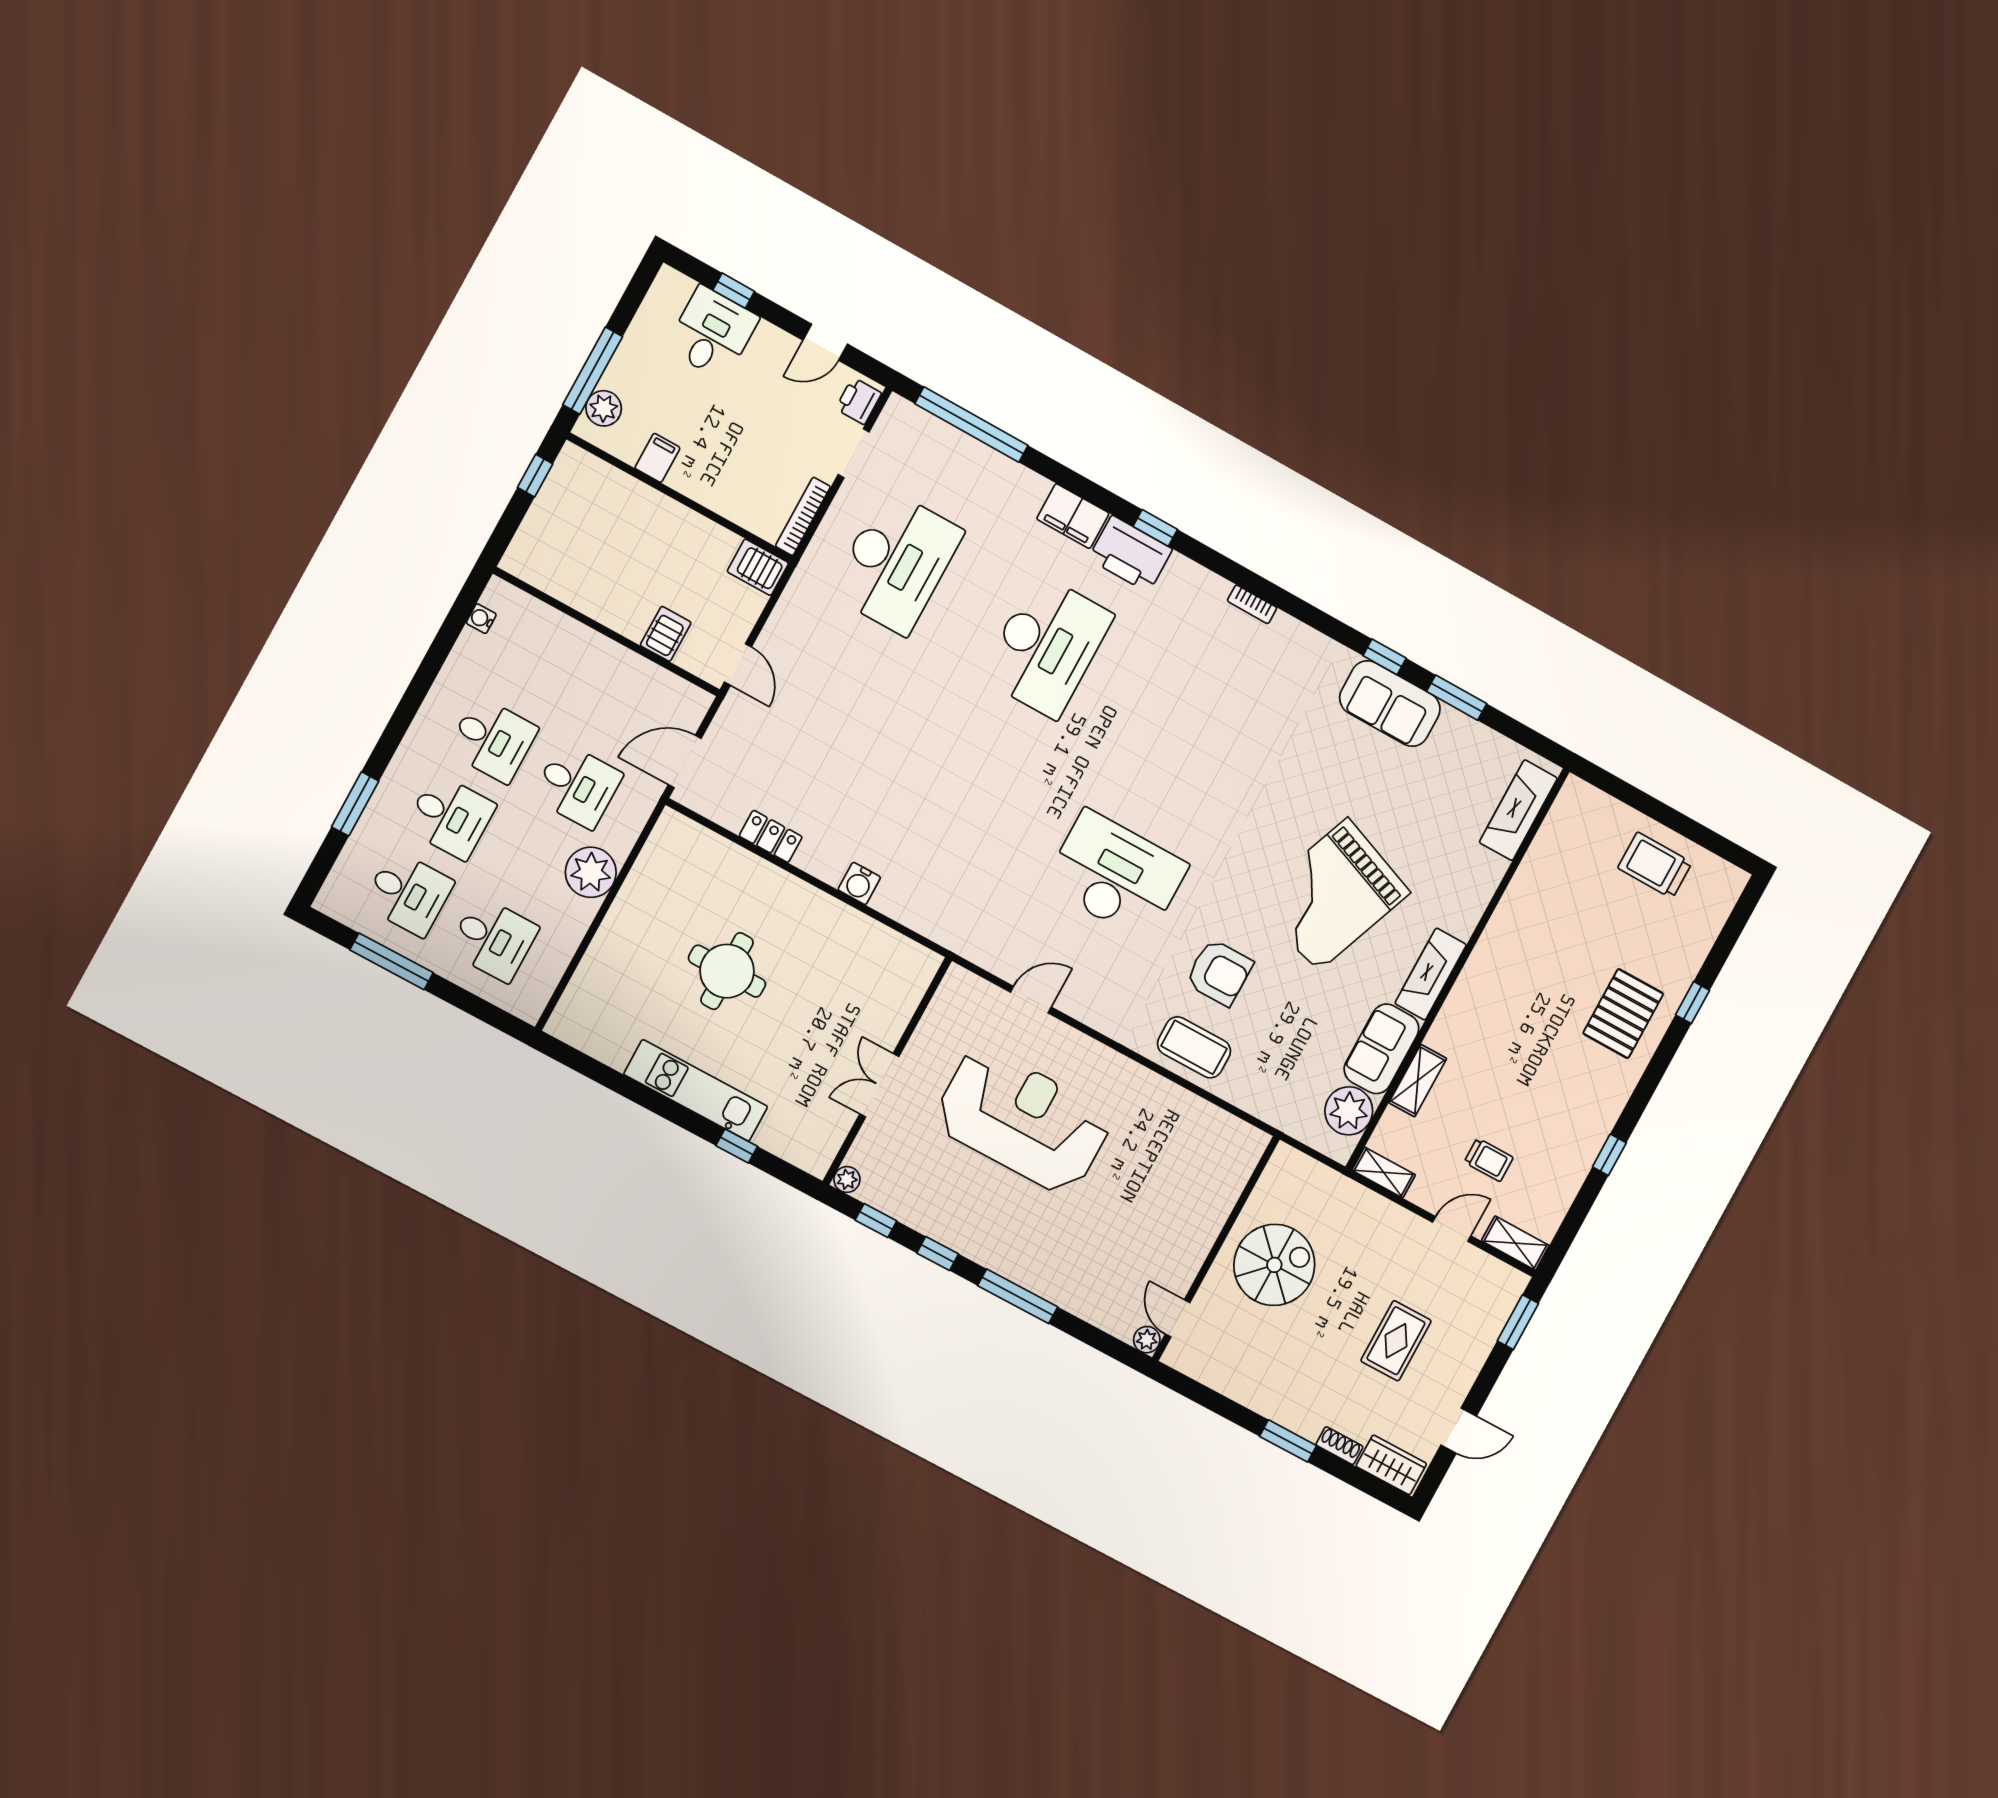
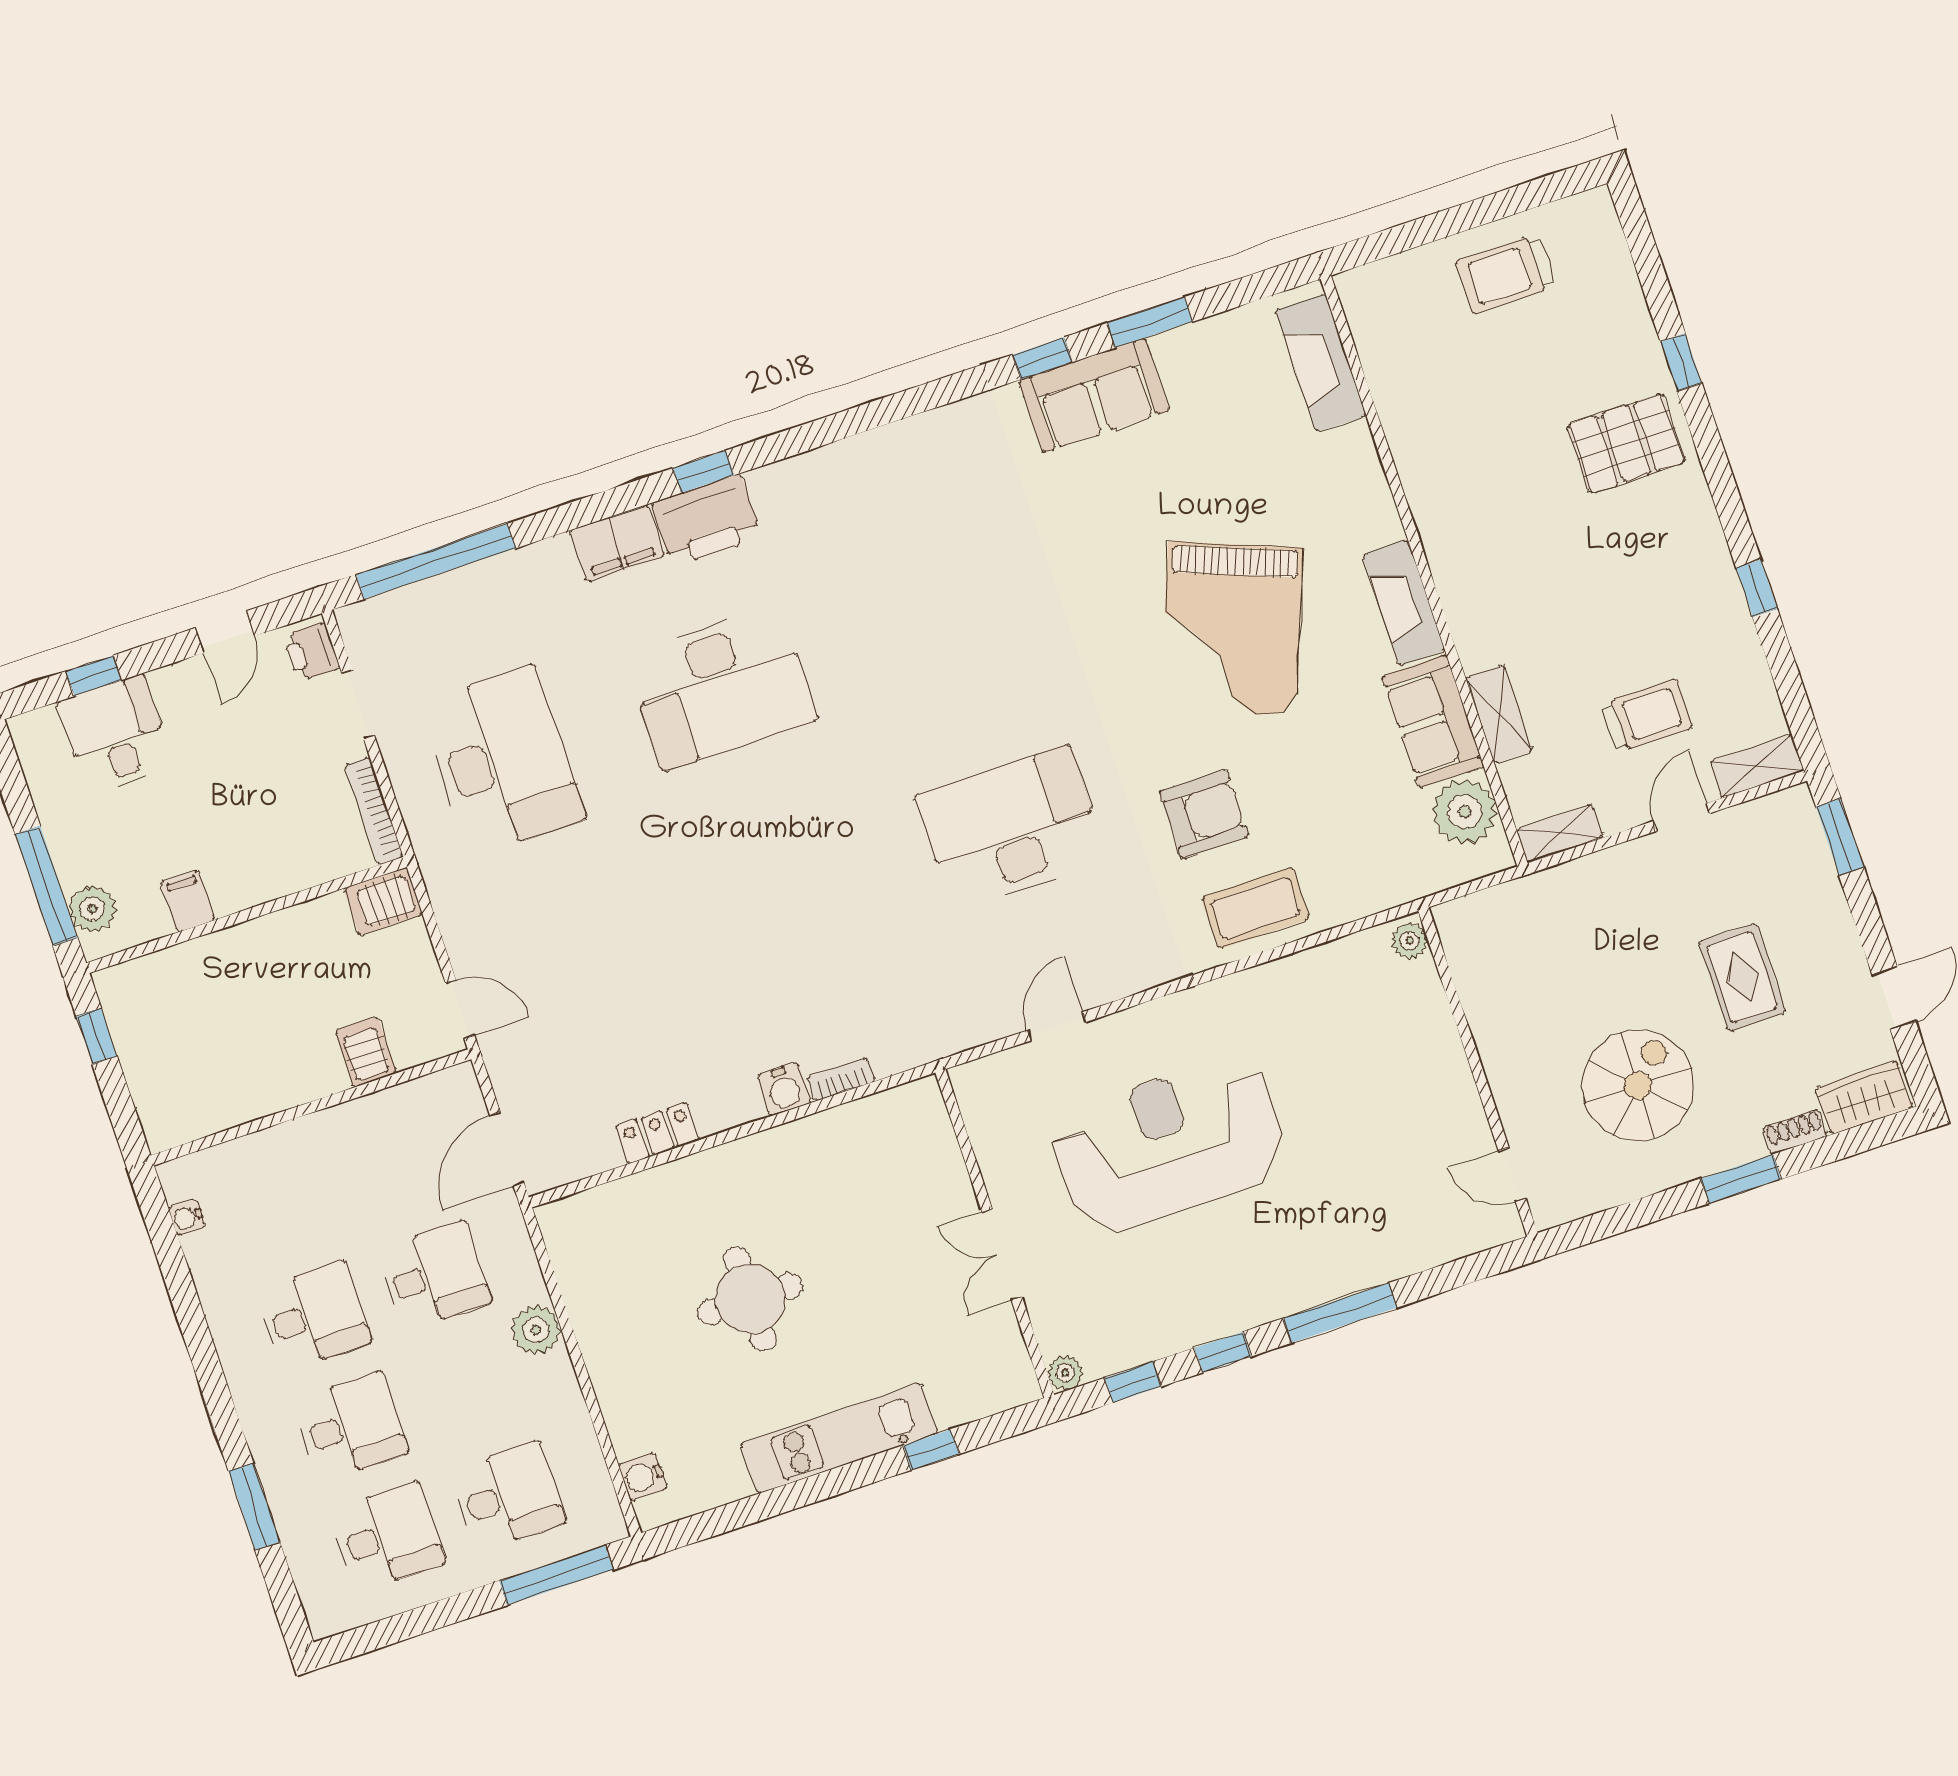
bookcase: (1252, 604) -> (841, 1079), moved, turned 180
desk: (1047, 646) -> (721, 688), turned 90
plant: (591, 872) -> (536, 1330), width x0.73, depth x0.73
window: (392, 961) -> (556, 1575), moved
water cooler: (574, 1003) -> (643, 1476), added
pallet: (1623, 1014) -> (1626, 443), turned 90
trolley: (1489, 1160) -> (1647, 716), width x1.36, depth x1.39
spiral stairs: (1274, 1265) -> (1638, 1085), moved
plant: (1147, 1340) -> (1410, 941), moved

